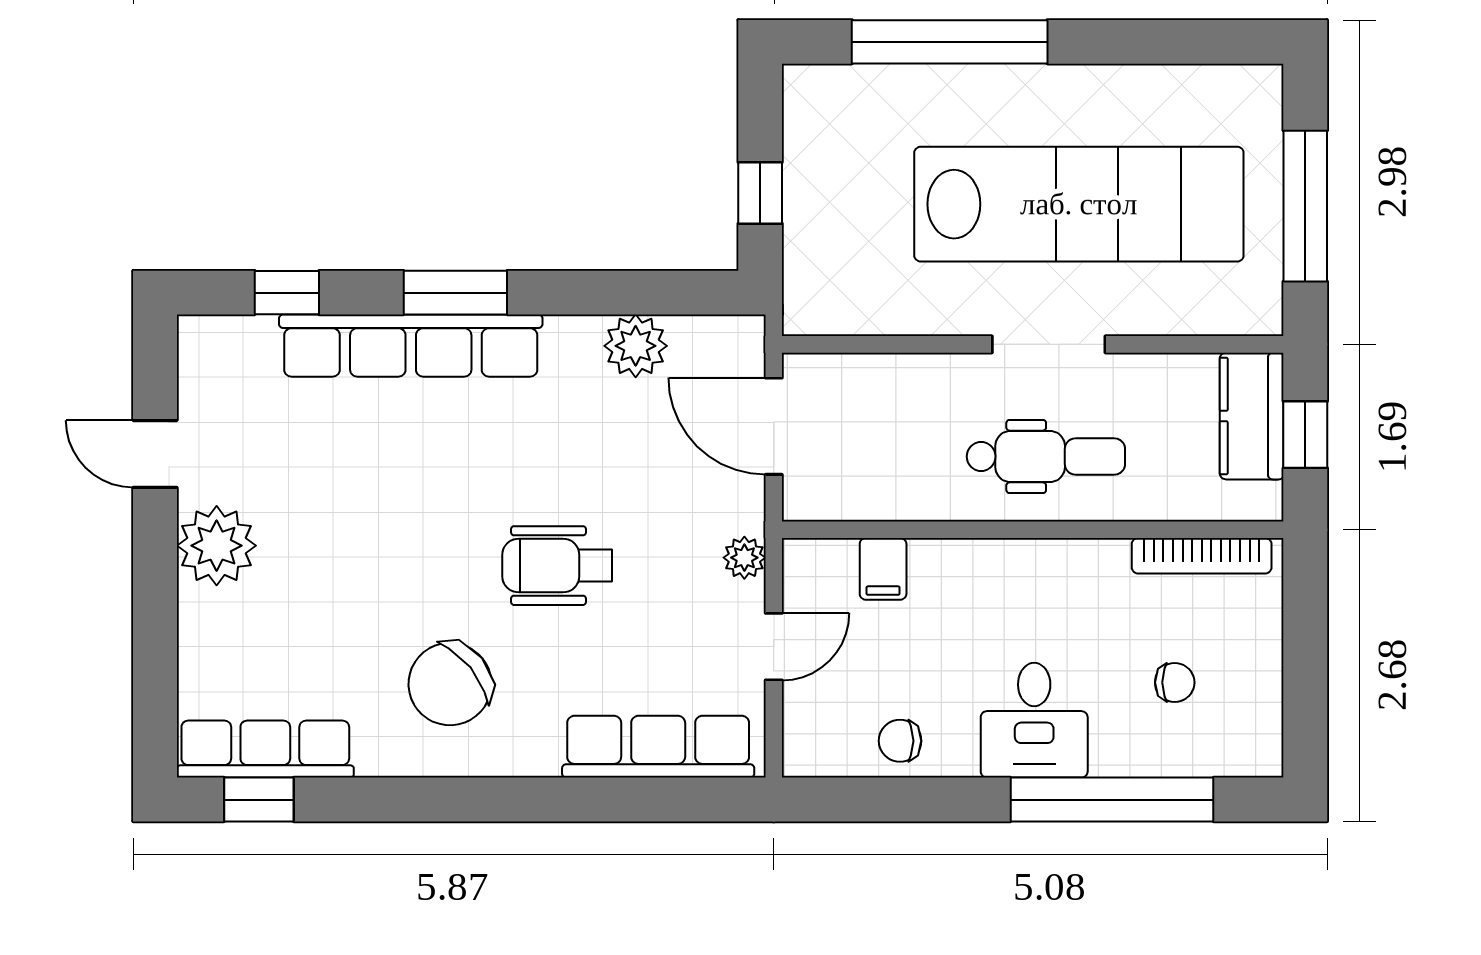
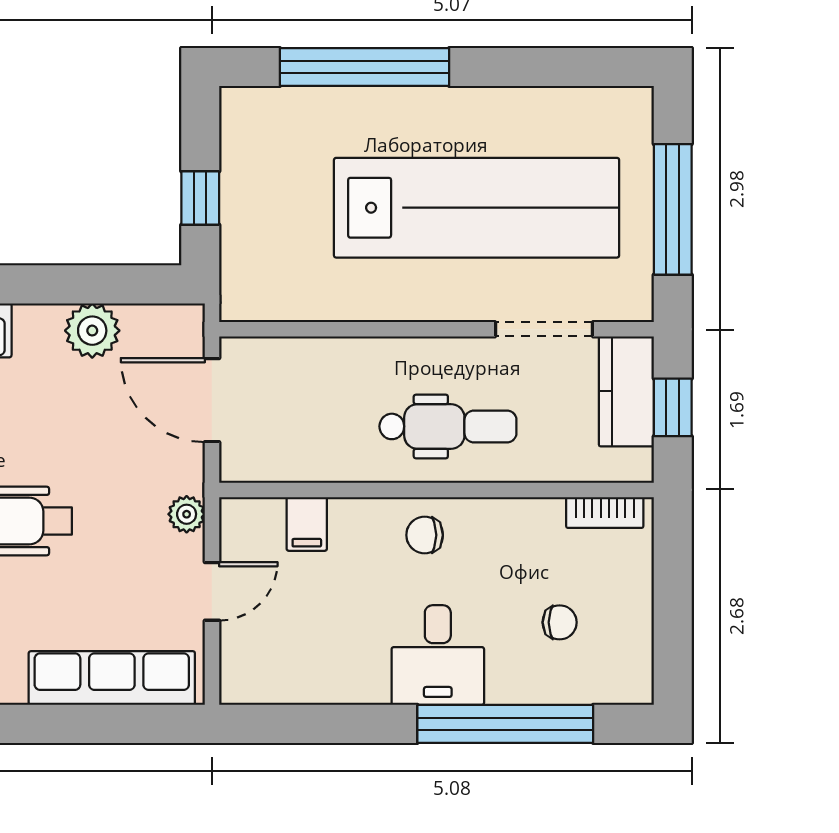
doorway: (1049, 344) -> (544, 329), moved
bookcase: (1202, 556) -> (605, 513), width x0.64
chair: (900, 741) -> (425, 535), moved

